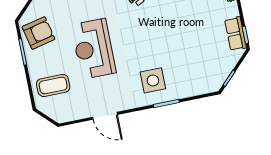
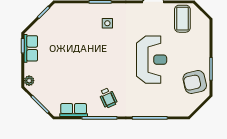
side table: (153, 80) -> (107, 23), width x0.54, depth x0.54
coffee table: (53, 85) -> (182, 19), moved, turned 90

